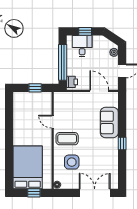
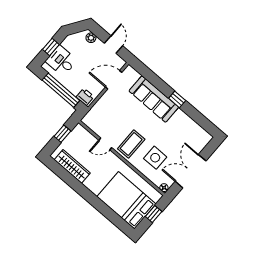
wardrobe: (19, 113) -> (72, 166), added
sofa: (109, 122) -> (154, 99), width x1.36
double door: (95, 193) -> (191, 171), moved

